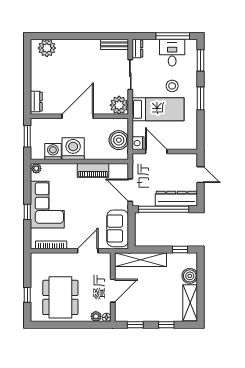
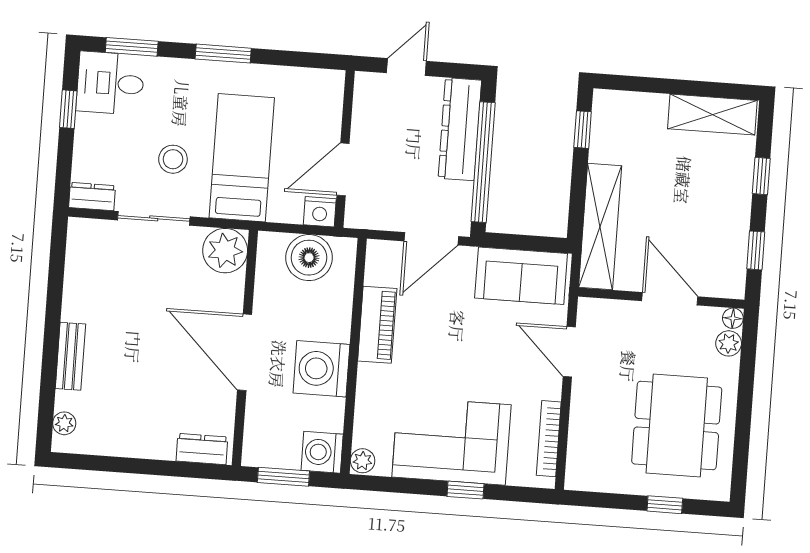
window: (173, 36) -> (68, 109), width x0.46
bench: (115, 44) -> (70, 356), moved
plant: (47, 48) -> (64, 423), width x0.53, depth x0.53
desk: (172, 53) -> (110, 83), moved
stool: (172, 86) -> (173, 159), moved
washing machine: (53, 151) -> (322, 452), moved
boiler: (190, 276) -> (648, 111), removed
dining table: (60, 297) -> (677, 425), turned 90

